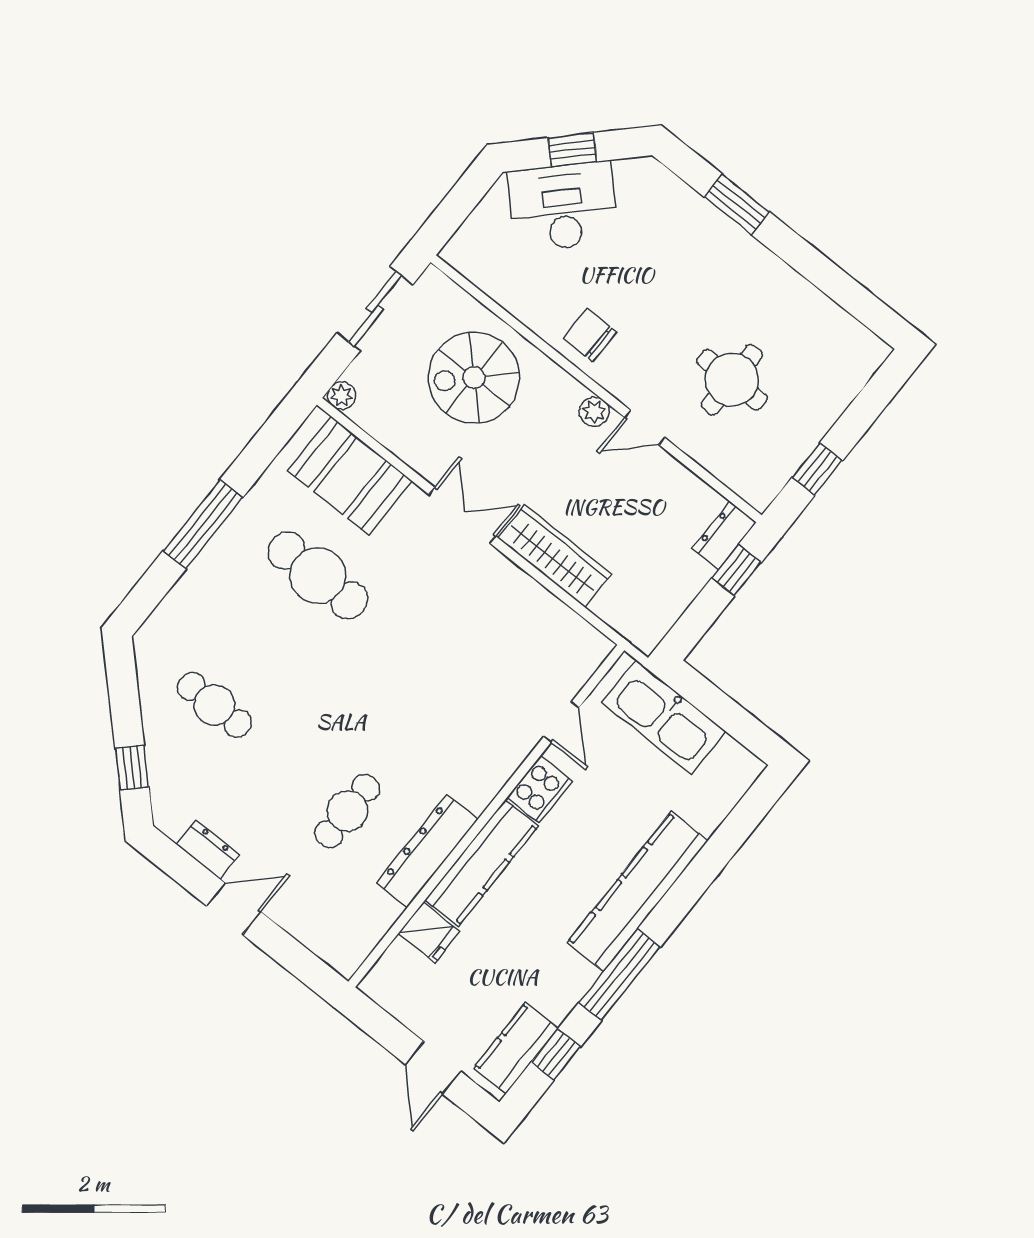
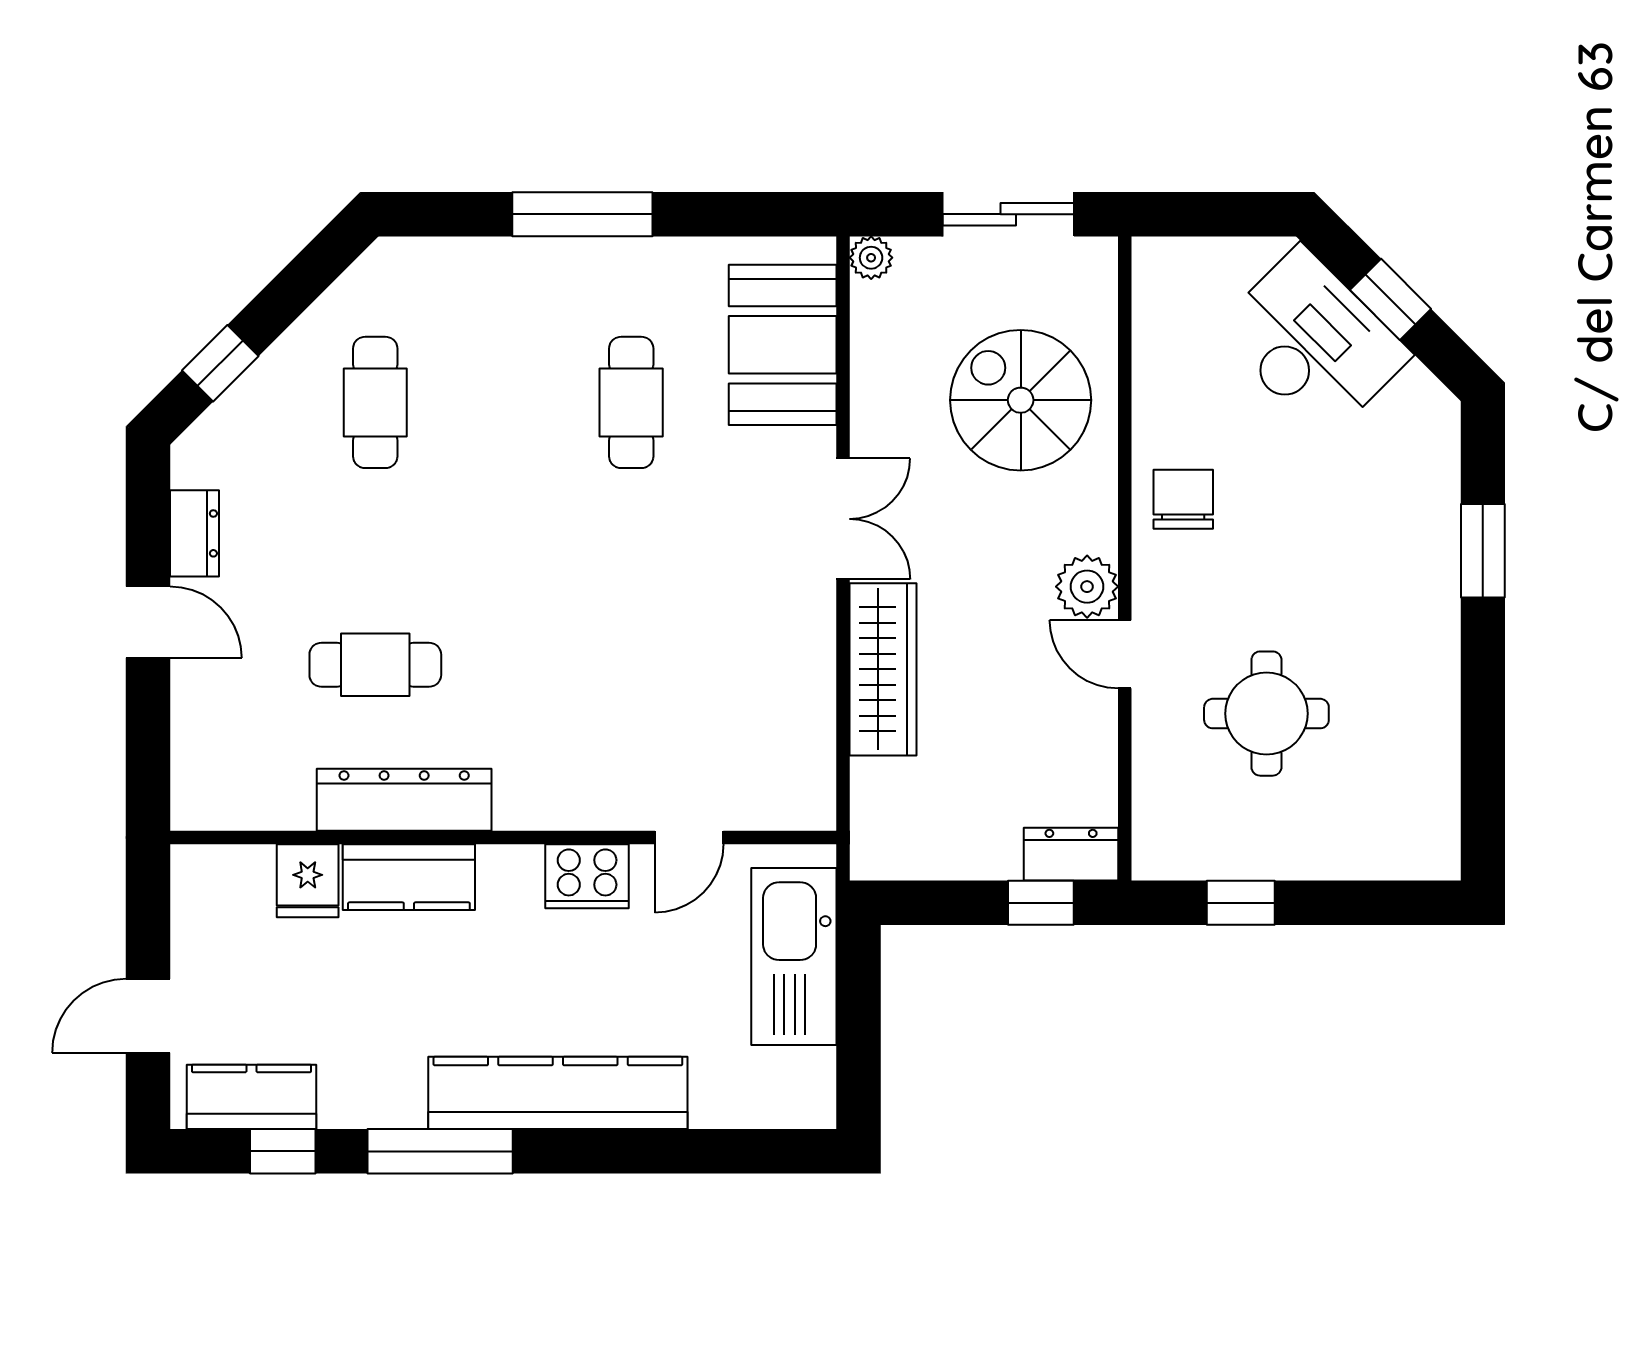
plant: (594, 412) -> (1087, 587), width x1.38, depth x1.38
cafe table: (318, 576) -> (631, 402), width x0.73, depth x0.74
kitchen counter: (482, 863) -> (409, 877), width x0.67

